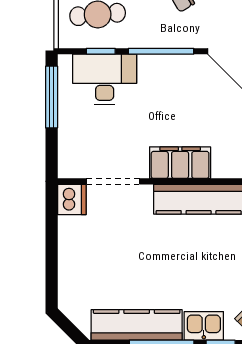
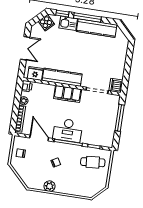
desk: (105, 79) -> (68, 130), moved
window: (52, 97) -> (120, 118), moved

